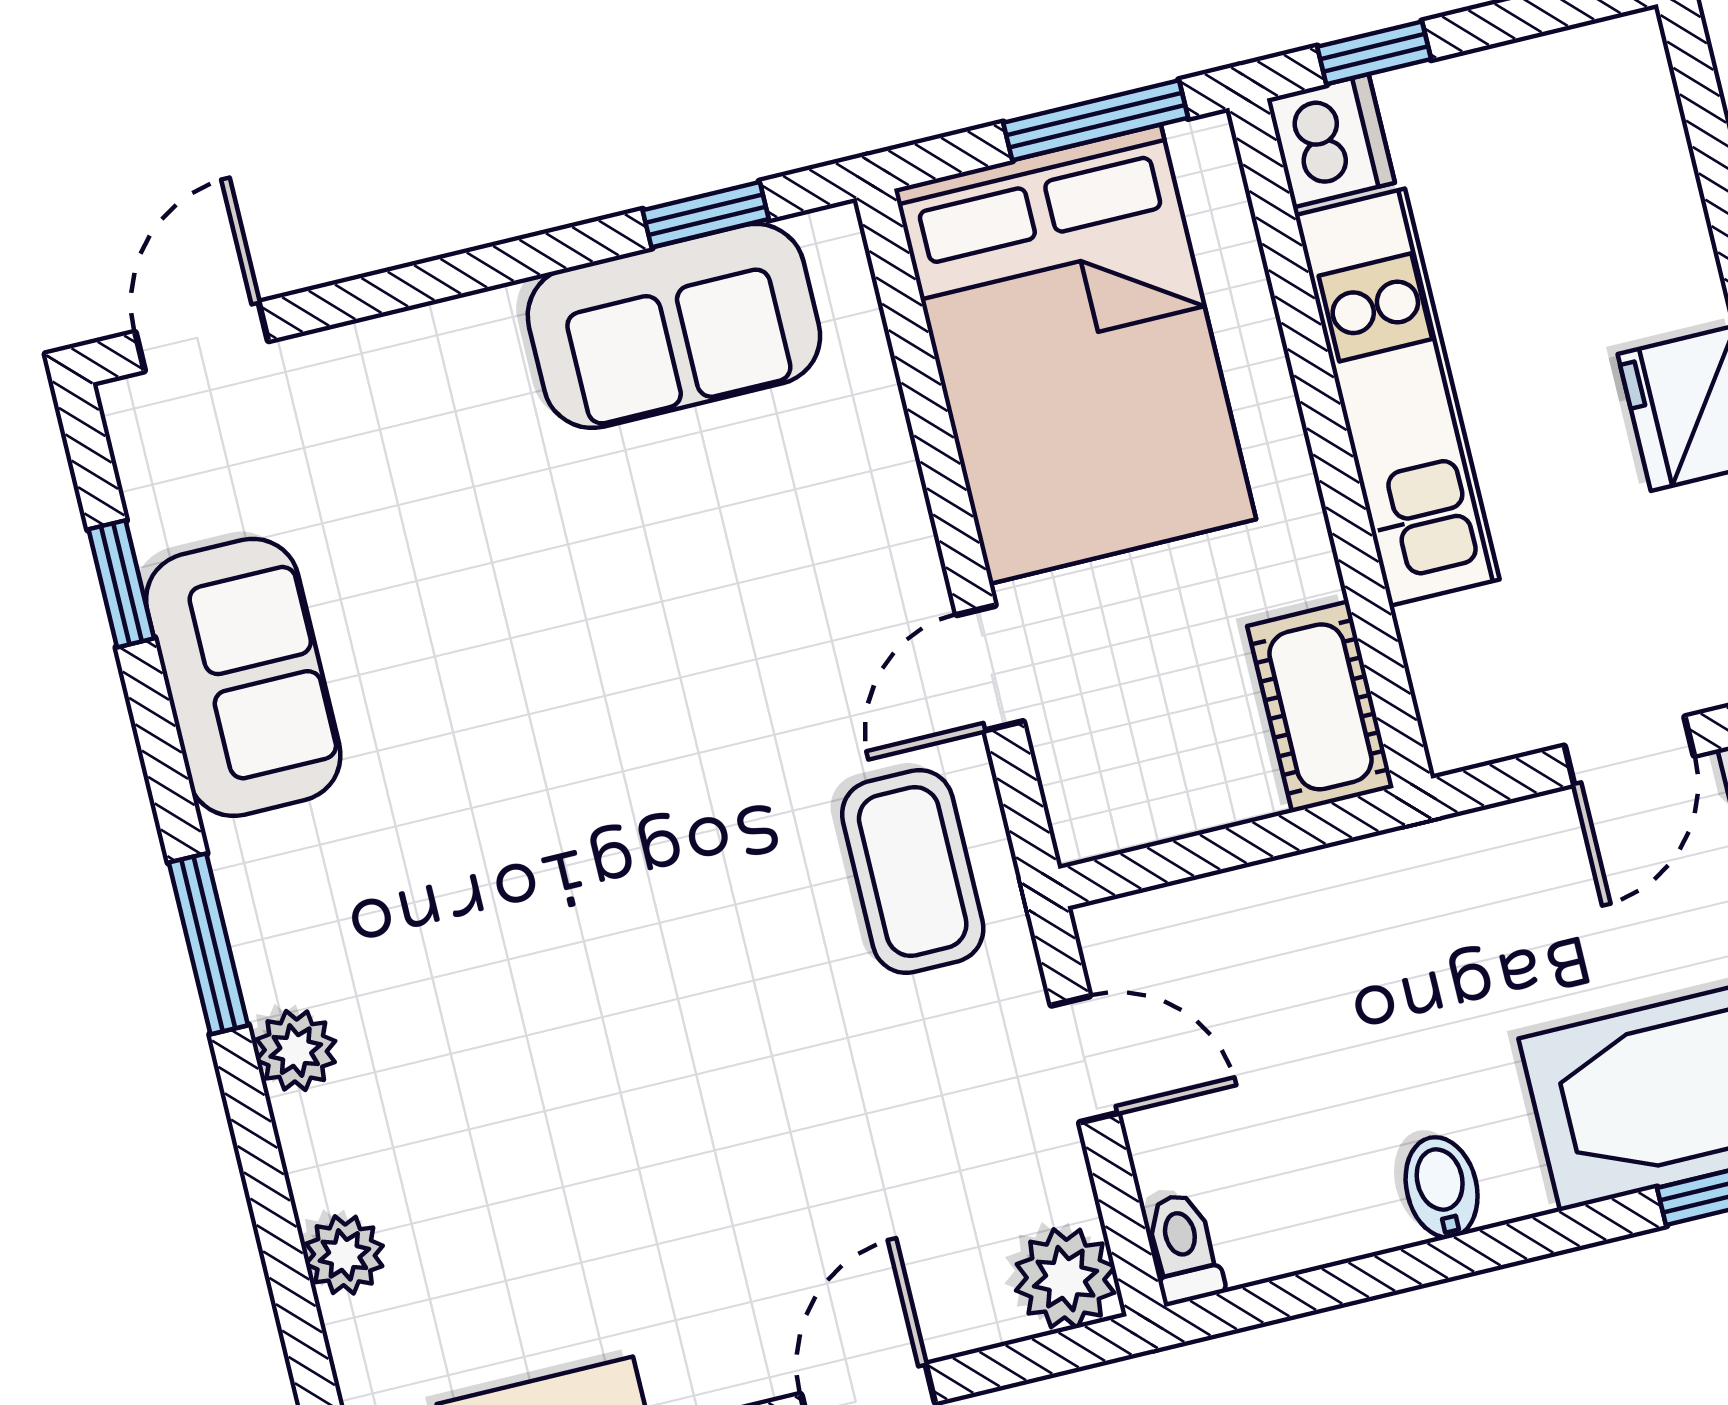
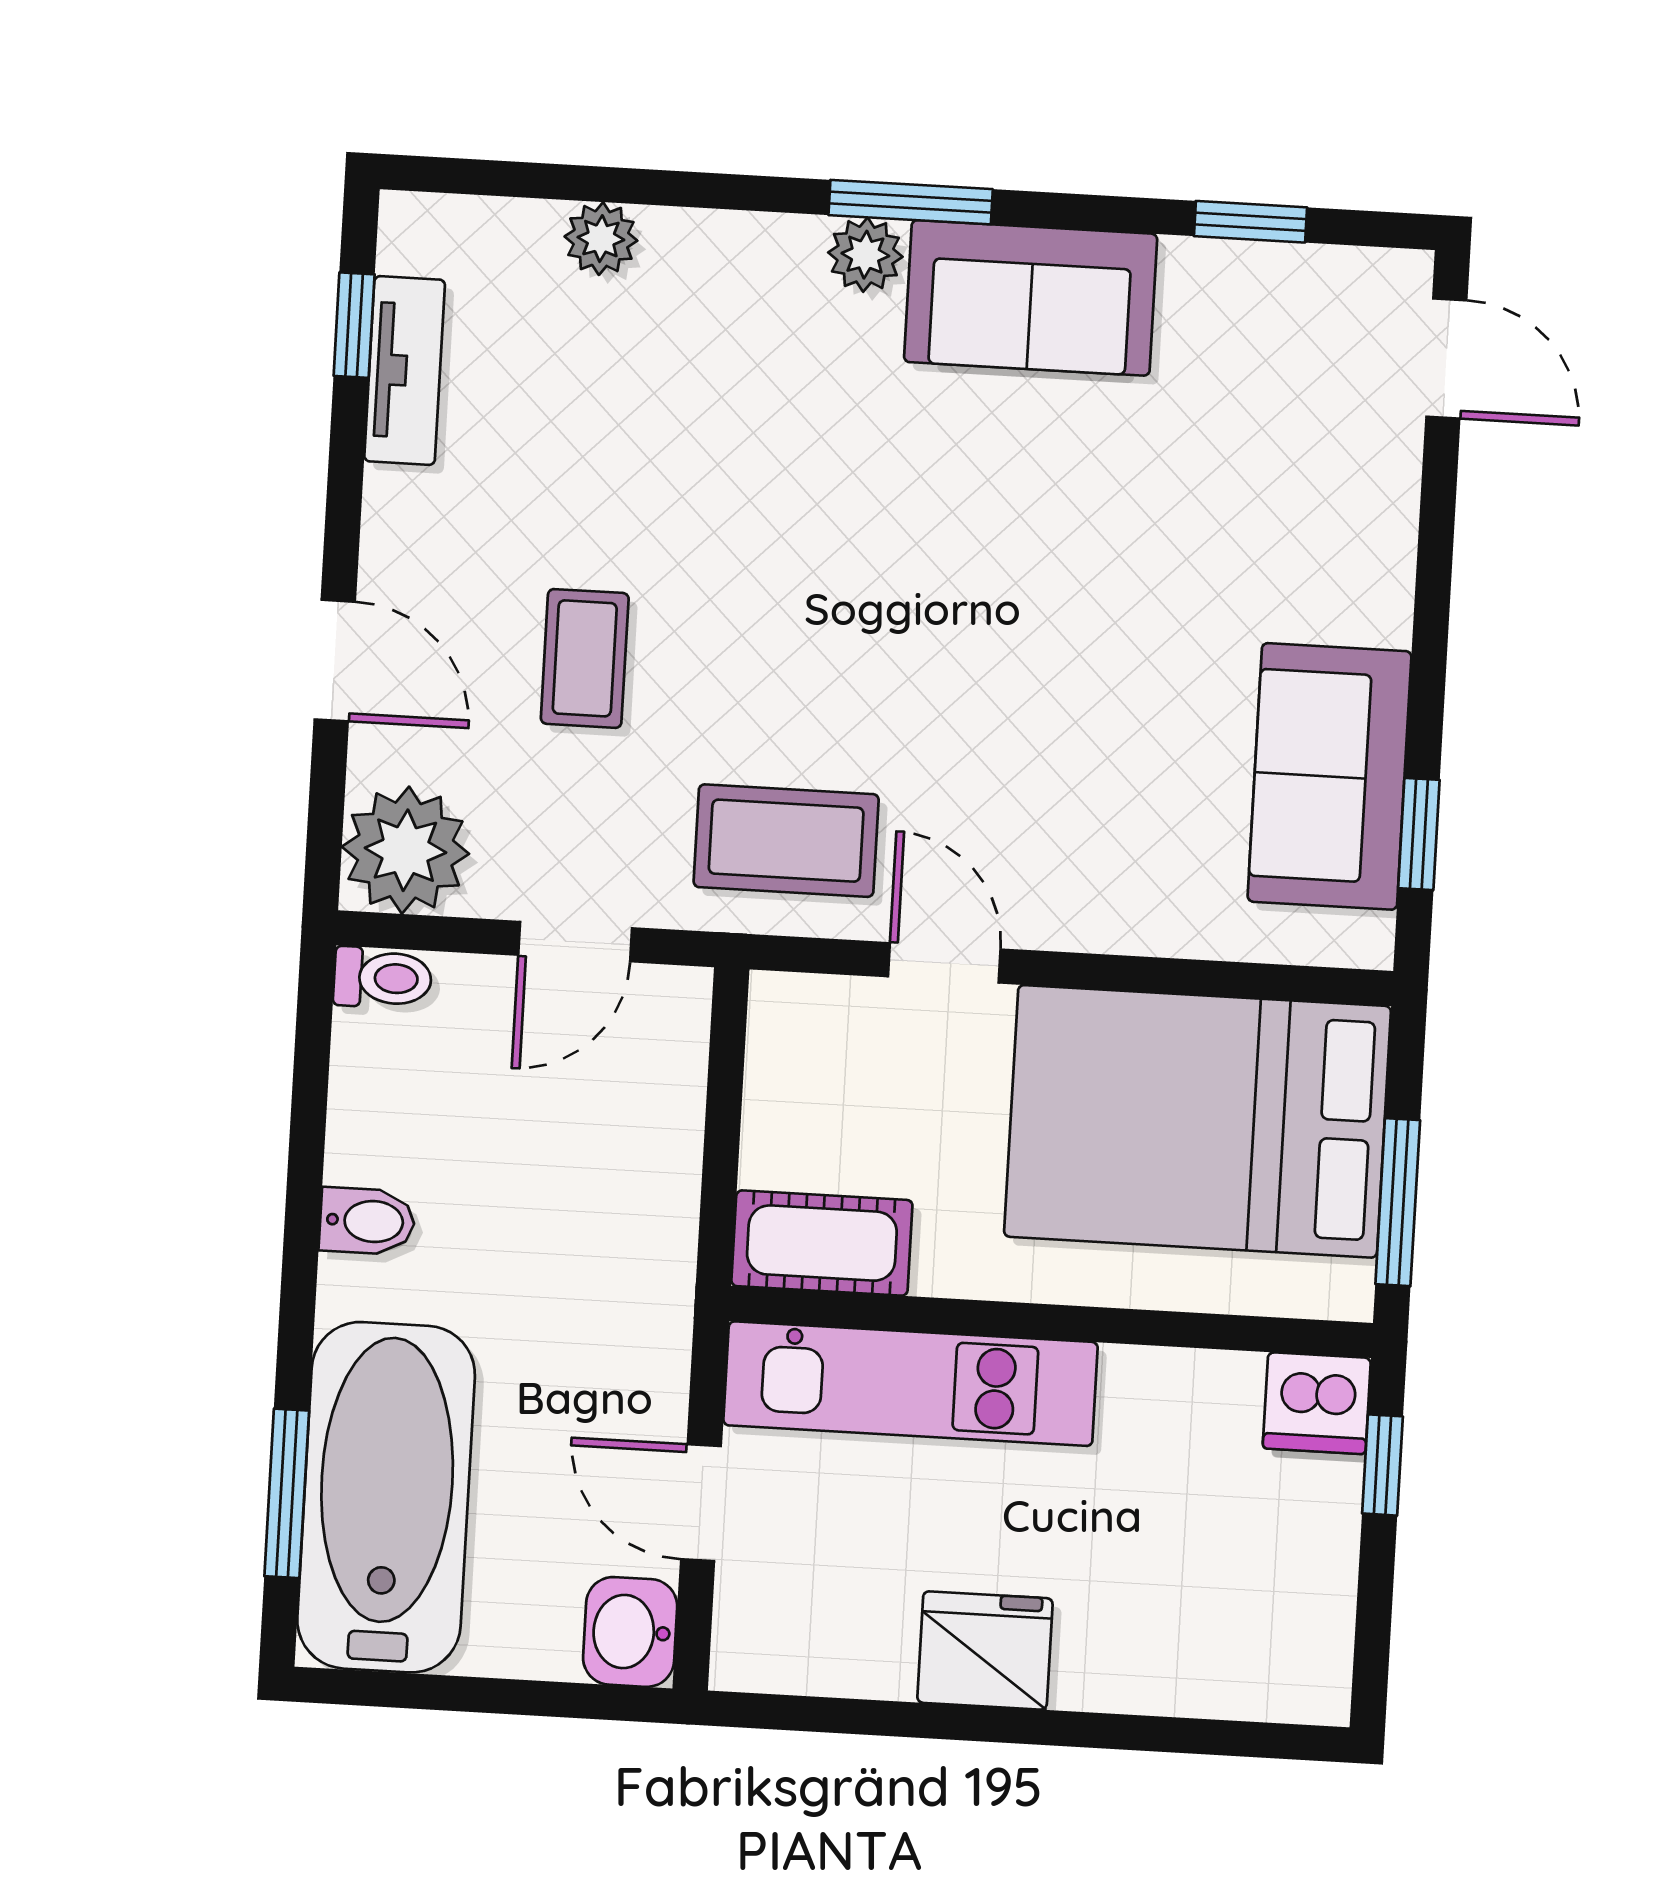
kitchen unit: (1397, 397) -> (911, 1384), moved
sofa: (243, 677) -> (1031, 298), moved
plant: (296, 1051) -> (865, 255), moved
coffee table: (787, 1139) -> (585, 658), added
plant: (1065, 1279) -> (405, 850), width x1.36, depth x1.36

